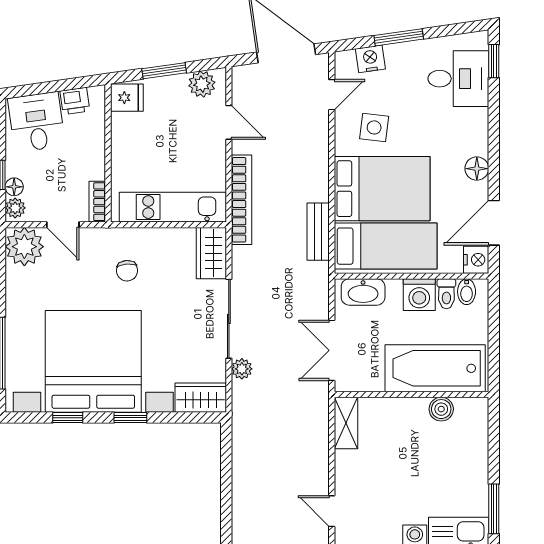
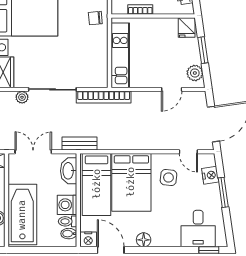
bookcase: (242, 200) -> (104, 97), moved
bookcase: (97, 202) -> (140, 9), moved
bench: (318, 232) -> (80, 144), moved
wardrobe: (211, 253) -> (92, 79), removed
chair: (127, 271) -> (95, 18), moved

